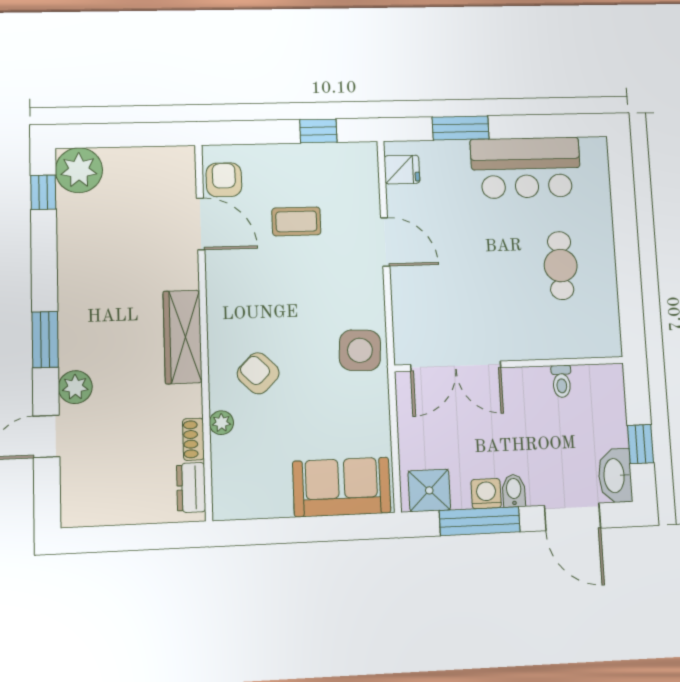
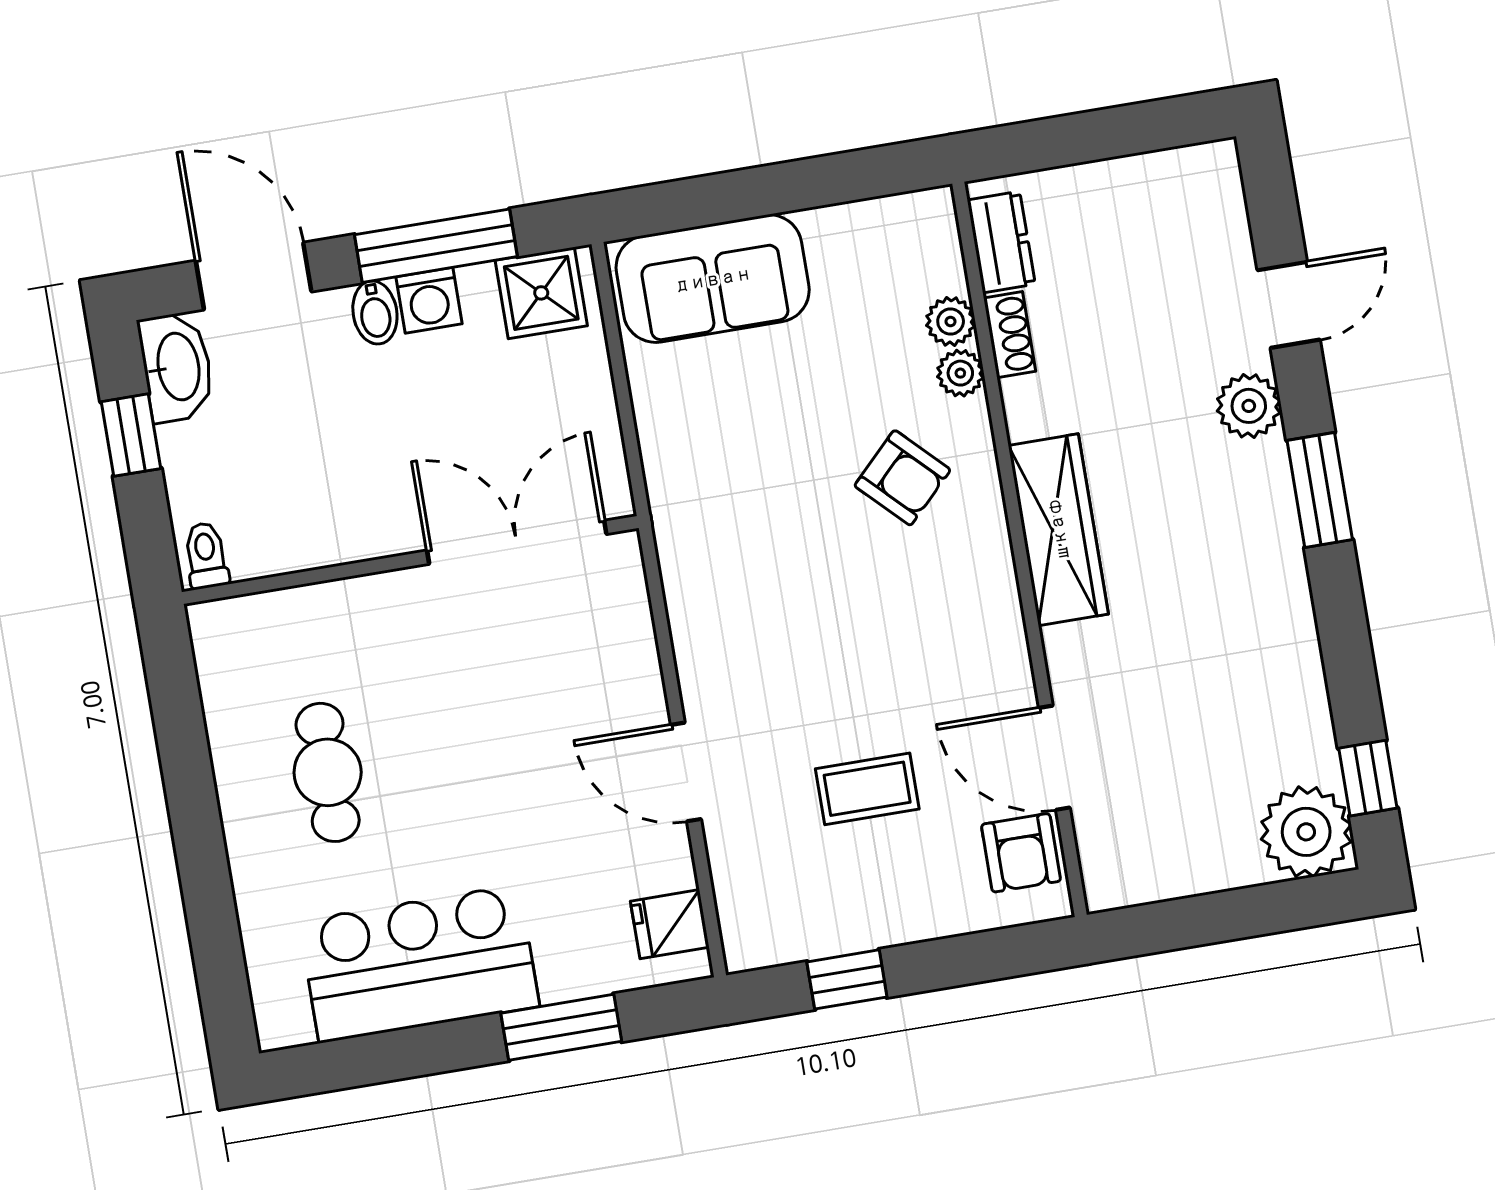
side table: (360, 350) -> (710, 549), removed
toilet: (562, 381) -> (206, 556), moved
plant: (223, 450) -> (951, 321), added

